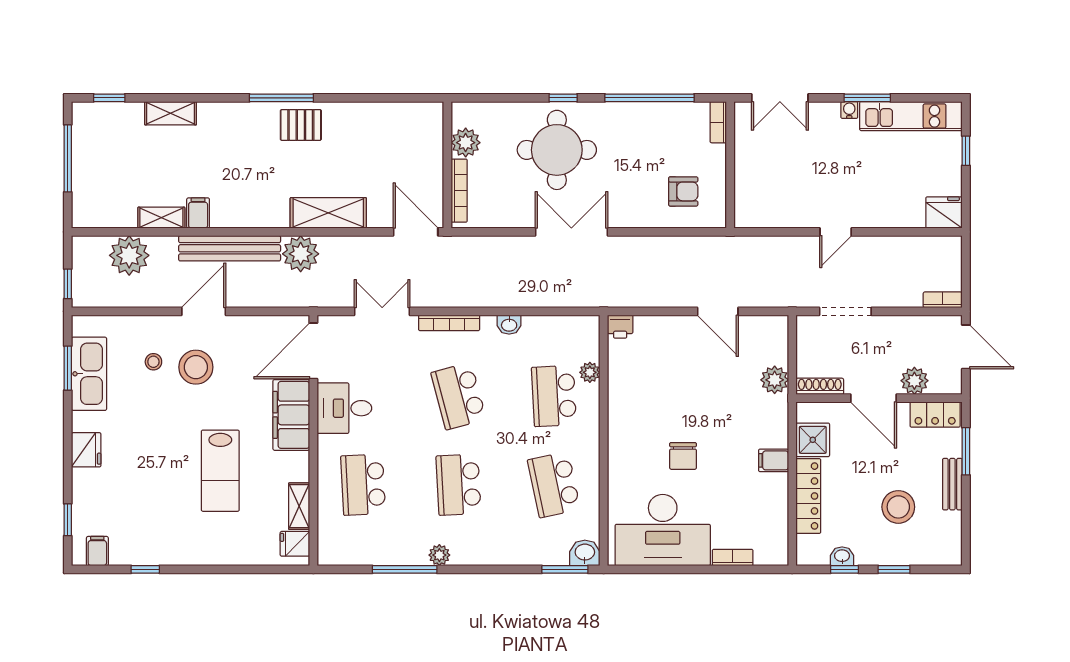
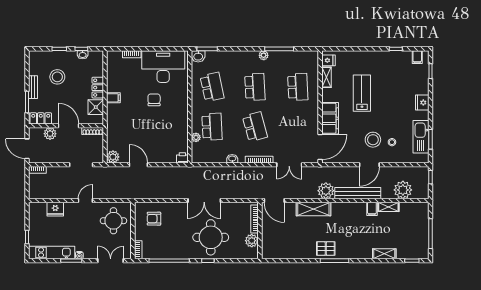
round table: (773, 187) -> (113, 221), added
fridge: (944, 213) -> (55, 209), moved
plant: (775, 380) -> (113, 157), moved
desk: (344, 408) -> (306, 121), removed
locker: (808, 496) -> (98, 88), width x0.66

